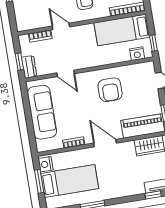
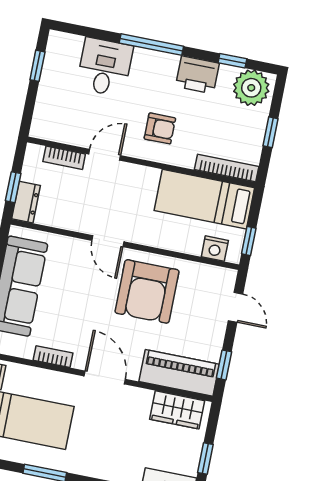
door: (61, 26) -> (105, 155), hinge flipped
door: (66, 73) -> (108, 241), moved
armchair: (110, 90) -> (147, 291), width x1.36, depth x1.36

